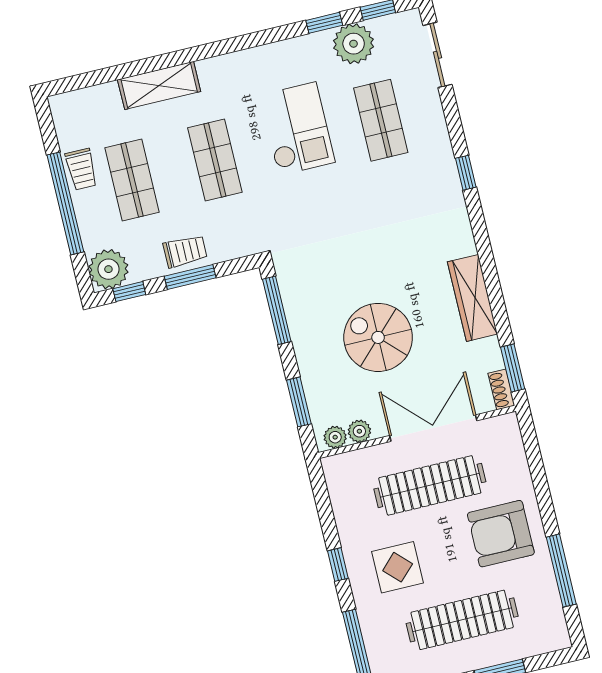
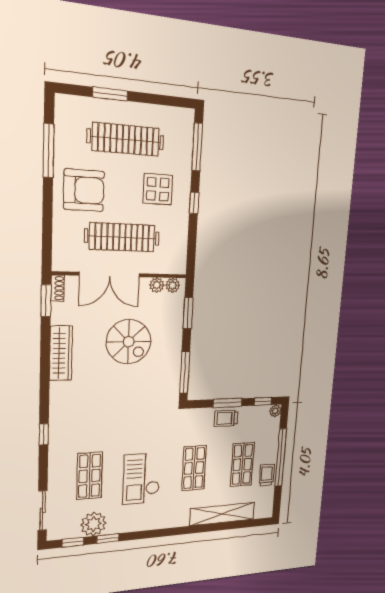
shelving: (159, 85) -> (222, 514), width x1.47
plant: (108, 269) -> (275, 411), width x0.53, depth x0.53

